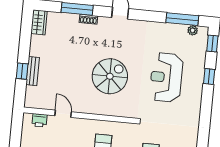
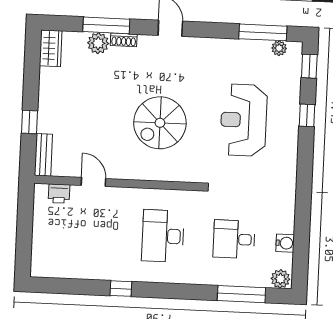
plant: (71, 21) -> (98, 43), added
bench: (33, 71) -> (43, 155), moved
spiral stairs: (110, 76) -> (160, 123), turned 180

